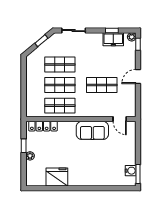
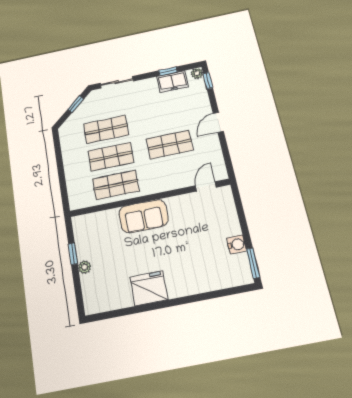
door: (120, 119) -> (206, 186), swing flipped
locker: (43, 126) -> (97, 219), removed
sofa: (92, 130) -> (143, 216), moved
water cooler: (131, 171) -> (237, 244), moved
fridge: (57, 177) -> (149, 288), moved

